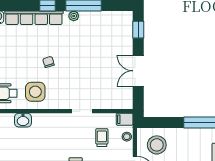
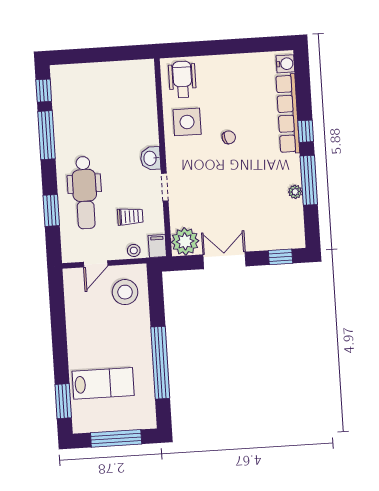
plant: (74, 16) -> (295, 192), moved
plant: (123, 99) -> (185, 241), added
washbasin: (23, 120) -> (151, 158), moved

